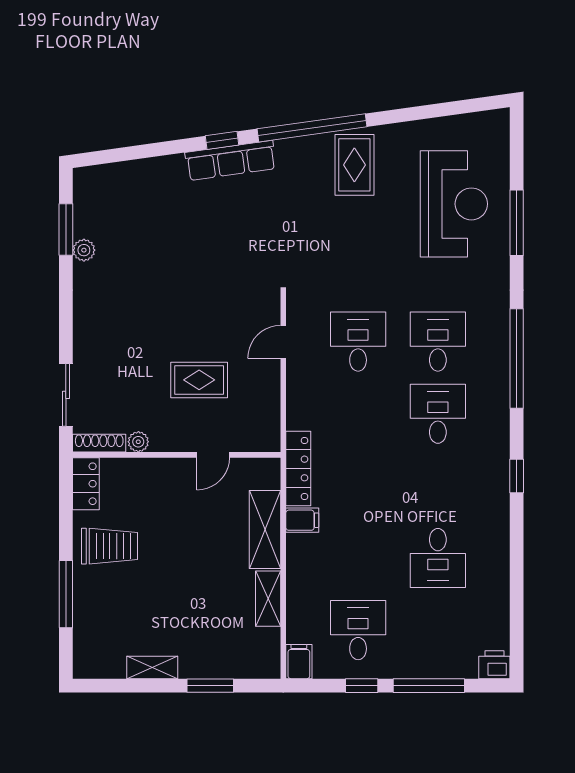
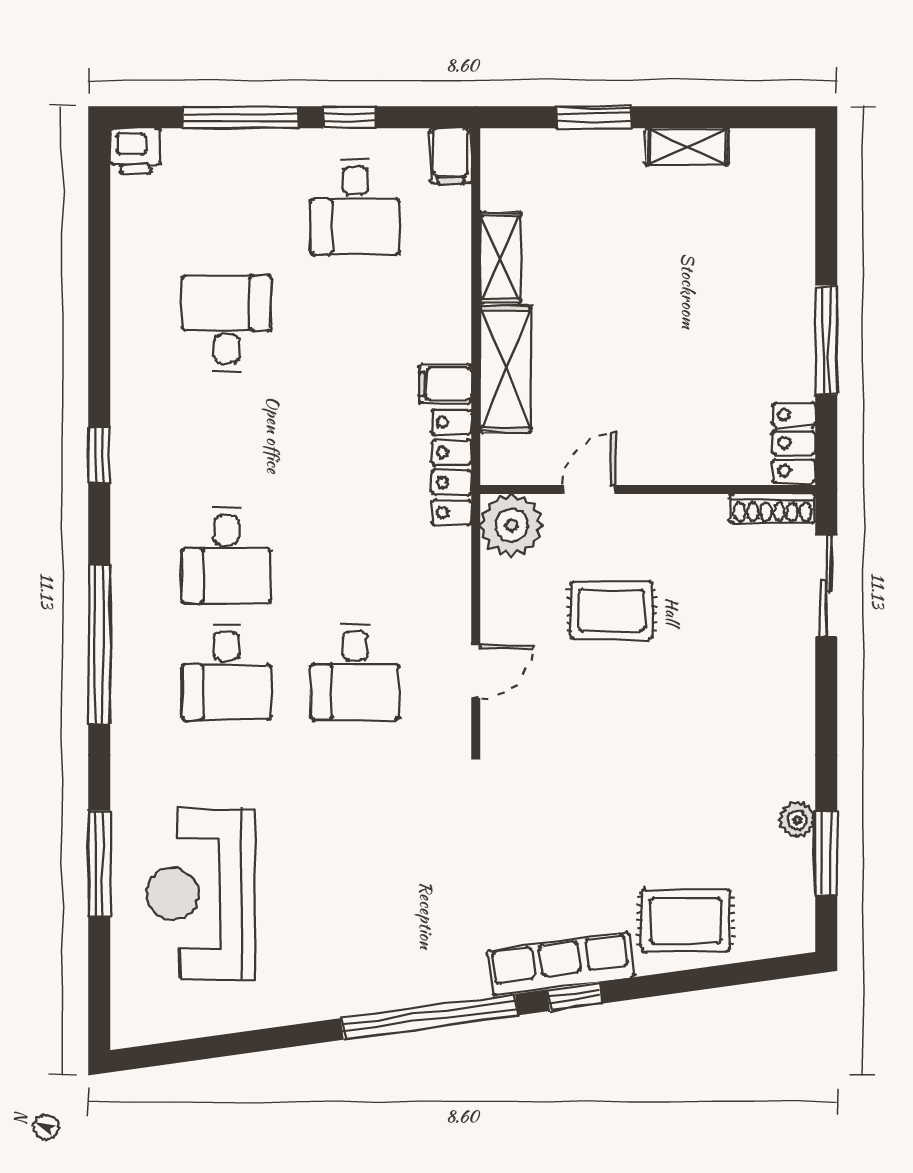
rug: (354, 165) -> (686, 921), moved, turned 90
plant: (138, 442) -> (512, 525), moved, width x1.88, depth x1.88
trolley: (109, 546) -> (756, 342), removed
window: (66, 594) -> (826, 340), moved

